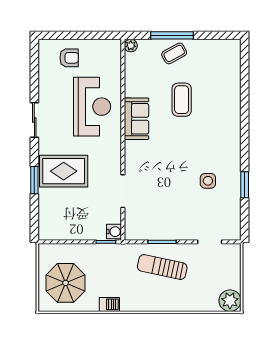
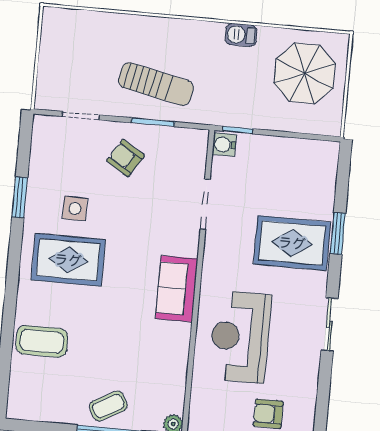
coffee table: (182, 100) -> (42, 341), moved, turned 90
sofa: (136, 119) -> (177, 289), moved
rug: (209, 147) -> (68, 260), added
armchair: (178, 217) -> (125, 158), added
plant: (230, 301) -> (58, 24), removed

